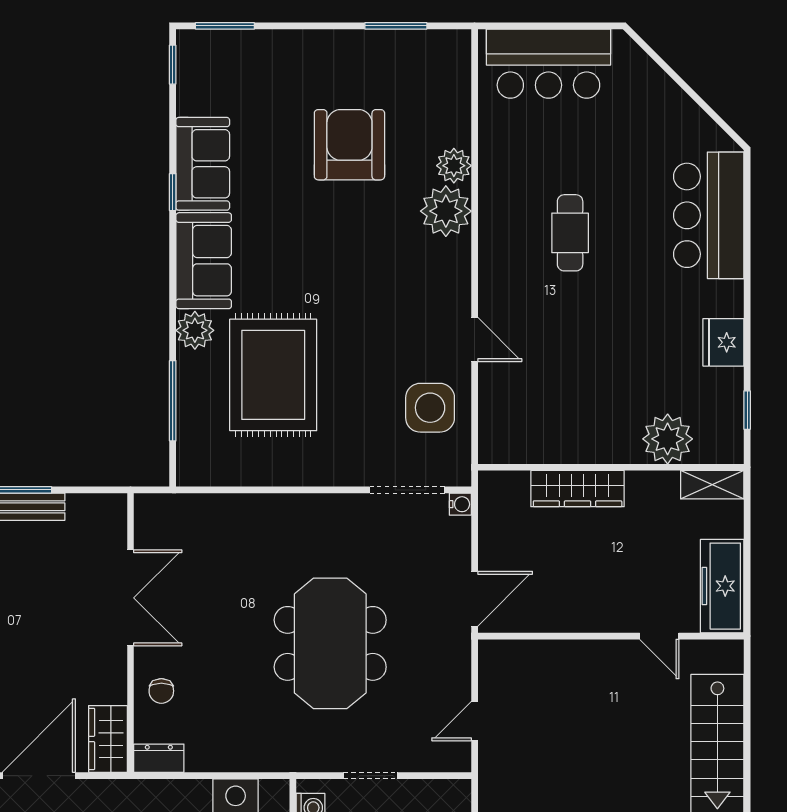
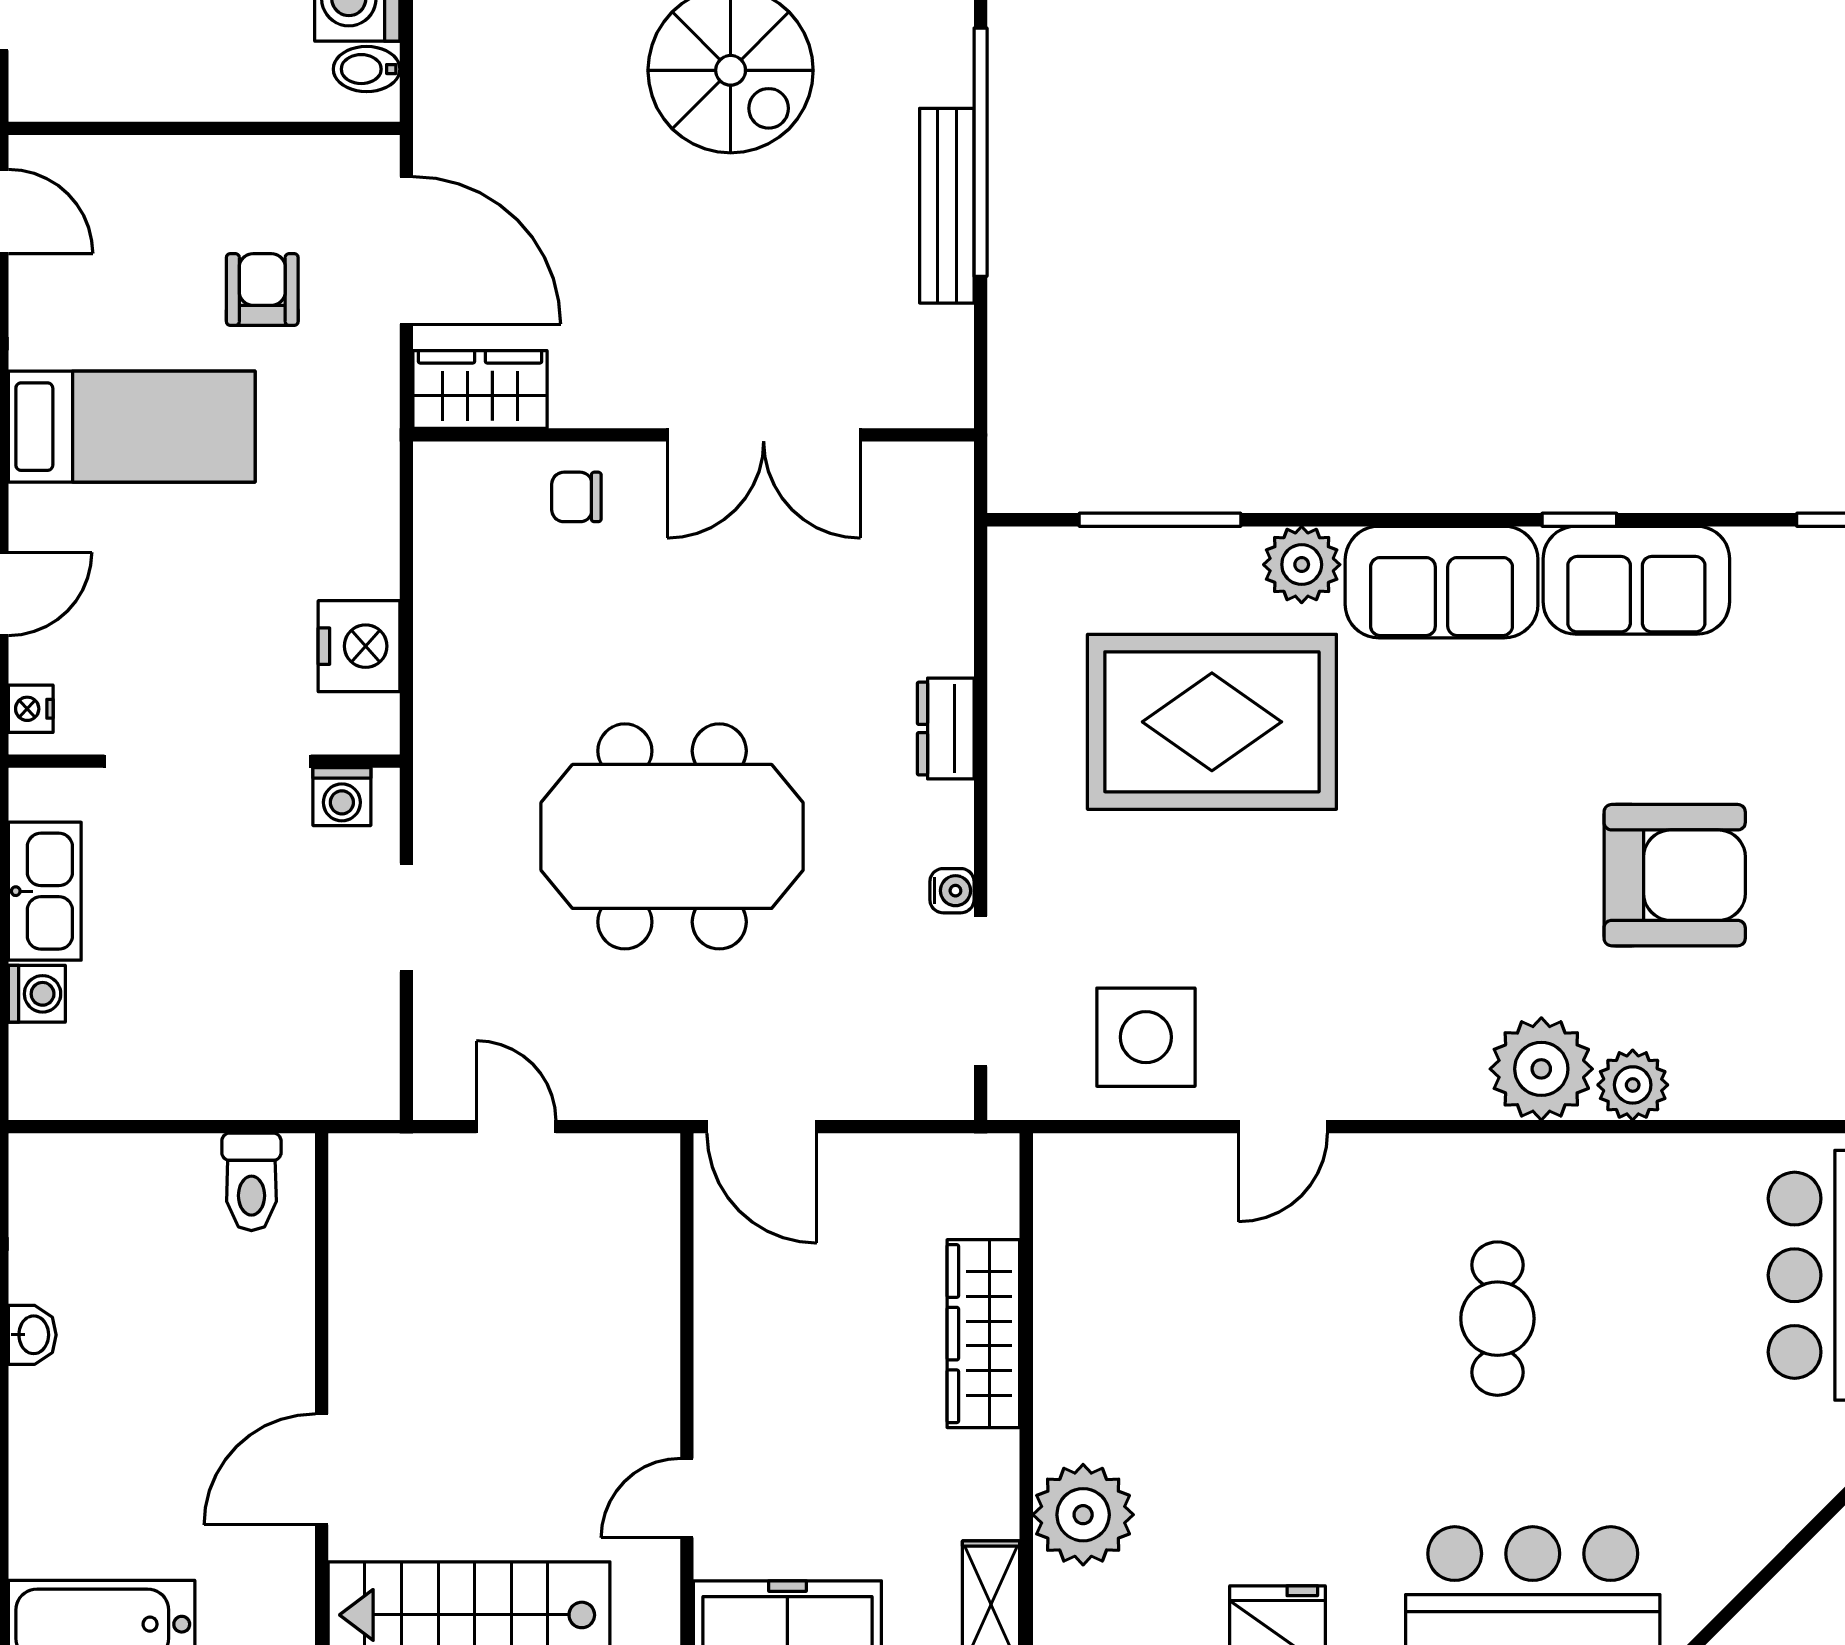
cafe table: (570, 233) -> (1497, 1319), turned 90
water cooler: (460, 504) -> (952, 891), moved, turned -90
dresser: (159, 758) -> (946, 729), moved, turned 180

